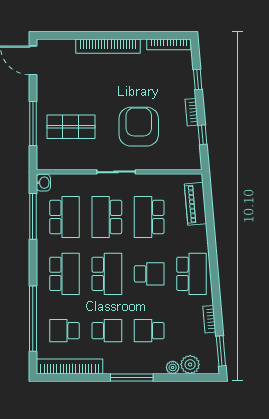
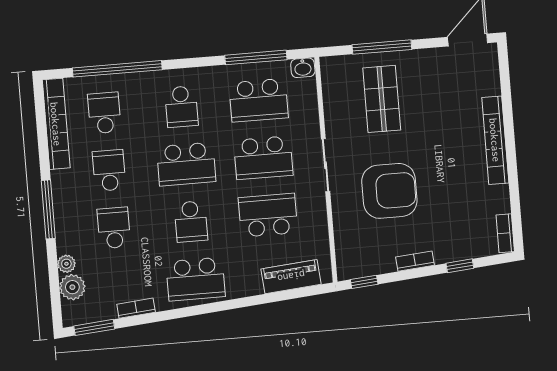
bookcase: (169, 44) -> (505, 233), width x0.64
window: (202, 135) -> (364, 282), moved
school desk: (107, 217) -> (263, 158), turned 180
school desk: (64, 274) -> (181, 107), width x0.54
school desk: (107, 331) -> (109, 170), turned 180

